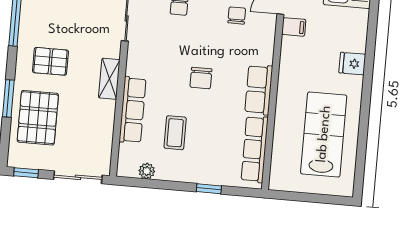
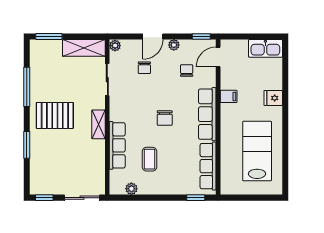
filing cabinet: (294, 27) -> (229, 96), moved
pallet: (50, 61) -> (55, 115), width x1.50, depth x1.42
row of seats: (259, 90) -> (207, 114), width x1.48
pallet: (38, 118) -> (49, 157), removed
window: (209, 189) -> (196, 198), moved

